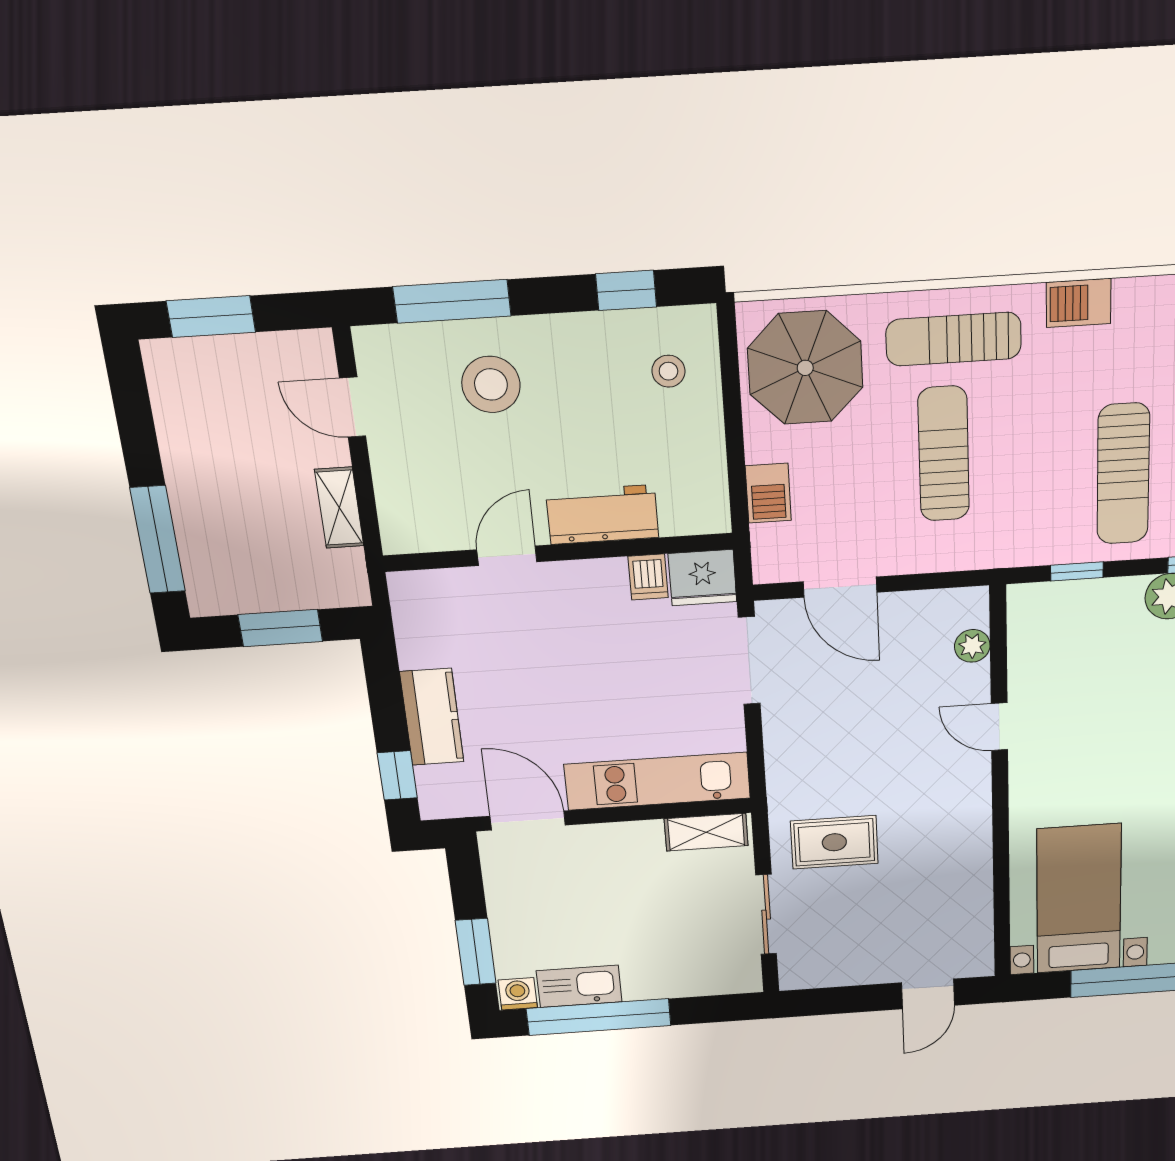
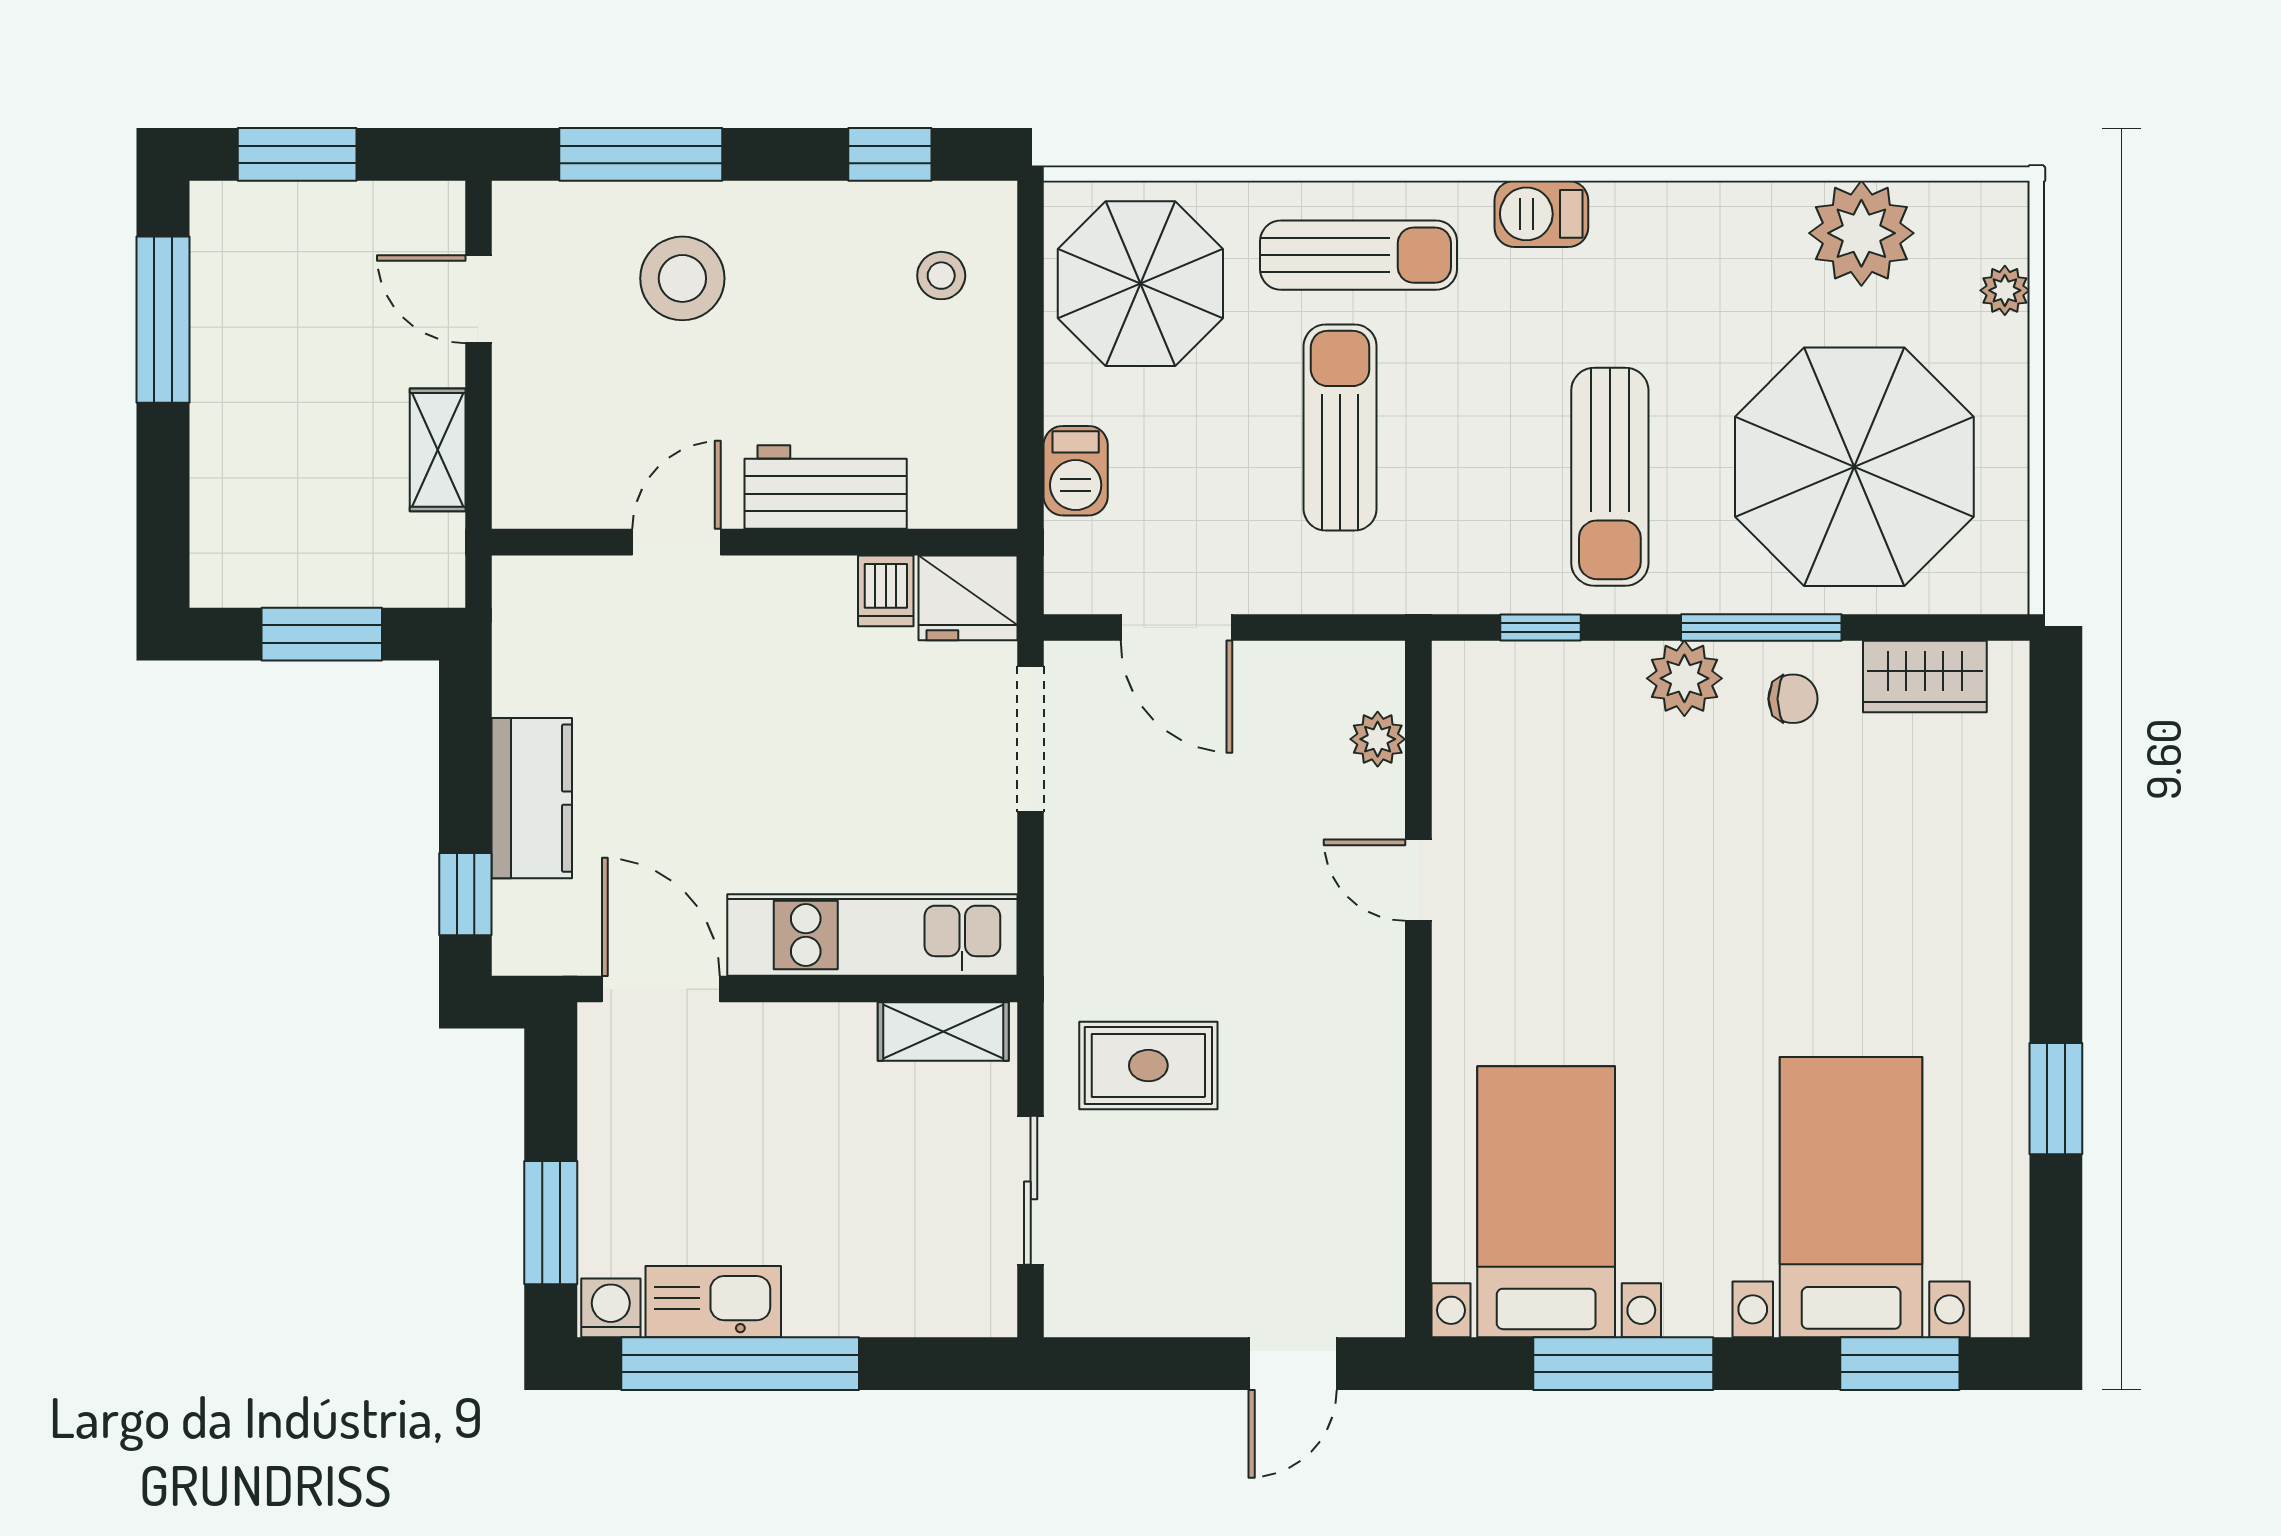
sun lounger: (954, 339) -> (1358, 255), turned 180
window: (158, 540) -> (163, 320), moved

